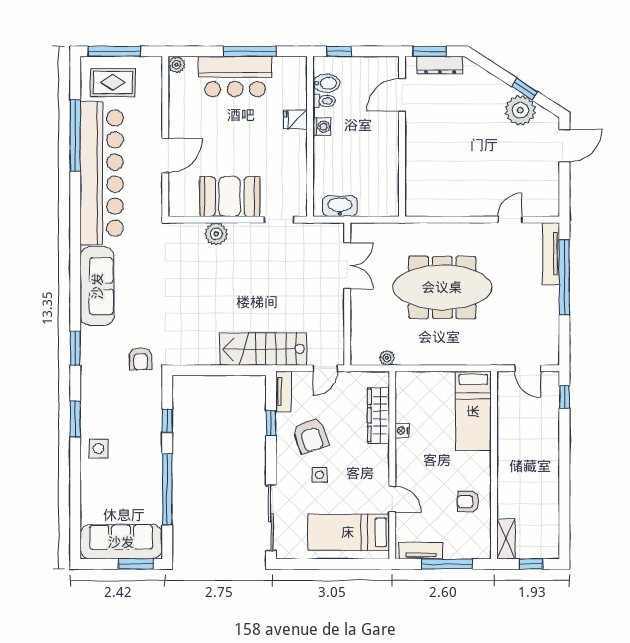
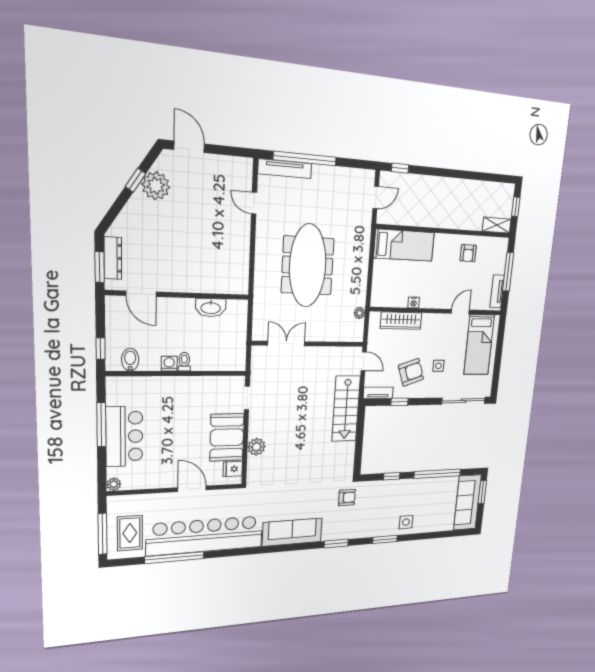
toilet: (324, 101) -> (184, 362), moved
fridge: (295, 119) -> (233, 469), moved, turned 90
washbasin: (340, 206) -> (211, 308), moved, turned -90

